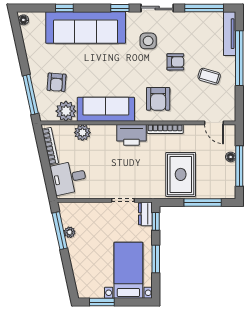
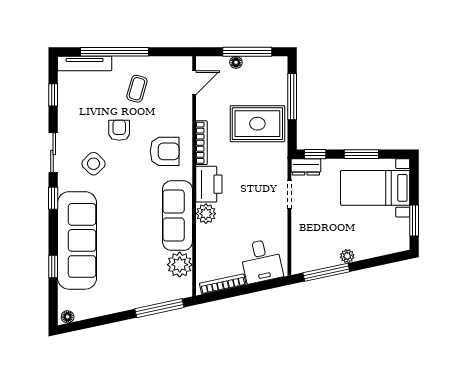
window: (204, 8) -> (53, 95), width x0.46
side table: (148, 41) -> (94, 164), turned 45
armchair: (57, 82) -> (144, 276), removed
plant: (82, 133) -> (206, 214), moved
plant: (70, 232) -> (347, 256), moved

